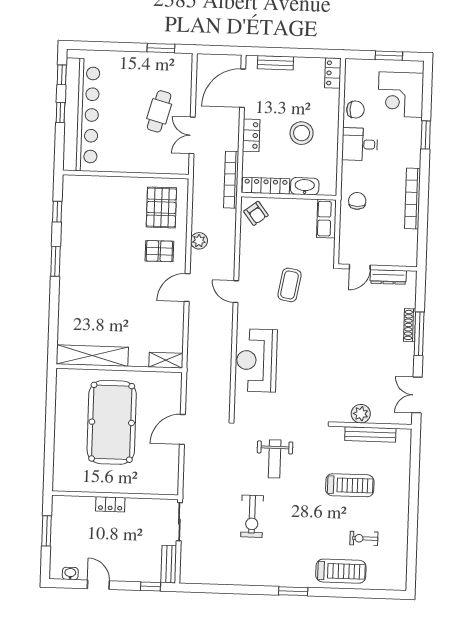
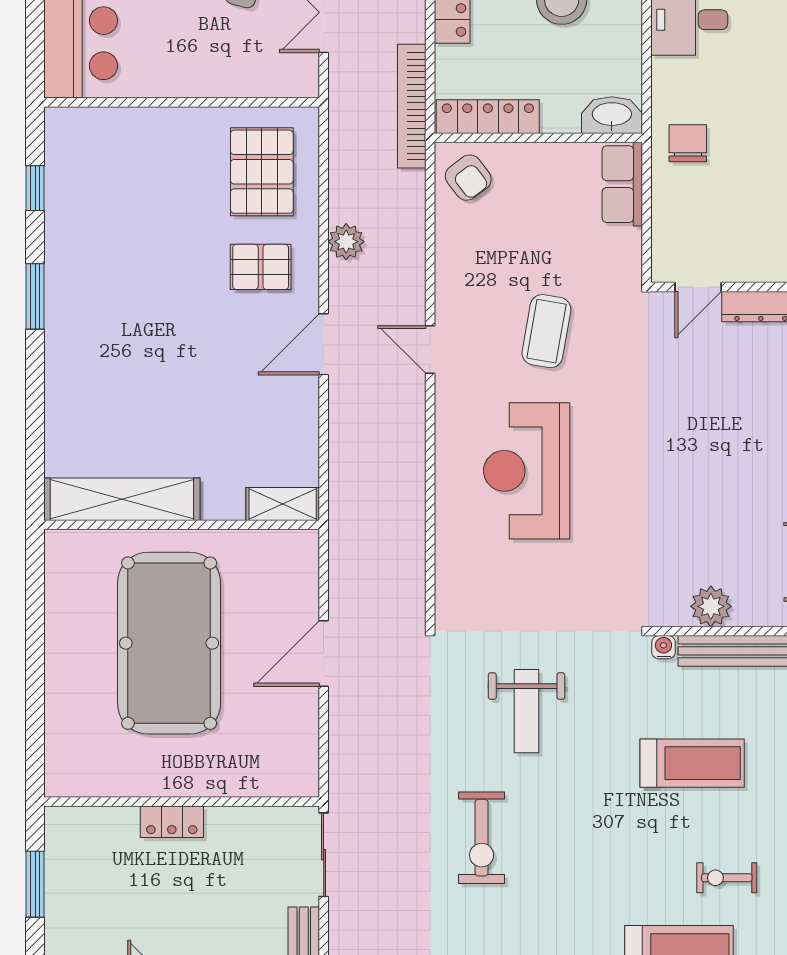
washbasin: (305, 186) -> (612, 115), moved
reception desk: (257, 360) -> (527, 471), moved
water cooler: (338, 432) -> (664, 647), added

